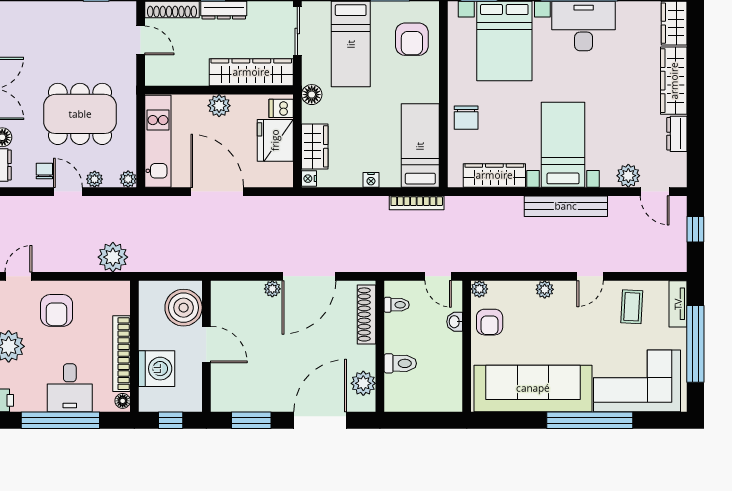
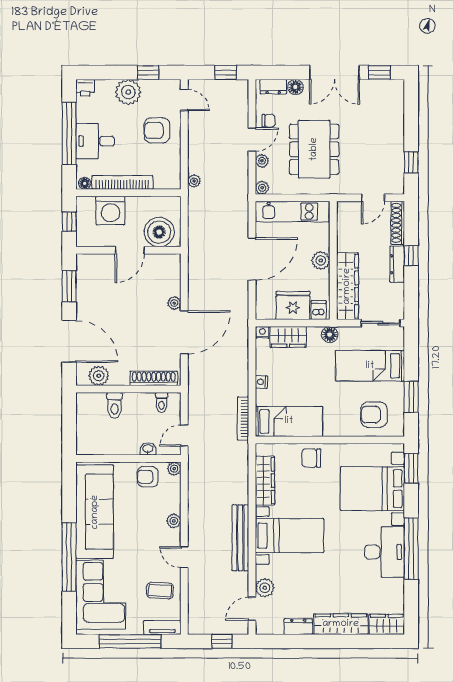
plant: (113, 257) -> (194, 181), width x0.53, depth x0.53
door: (309, 276) -> (184, 332), swing flipped

